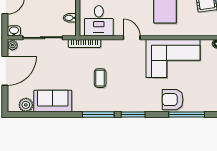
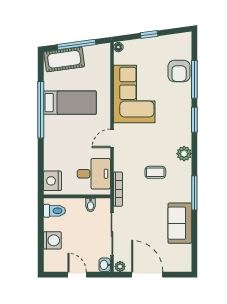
armchair: (173, 100) -> (179, 71), moved
plant: (26, 105) -> (184, 154), moved
window: (98, 115) -> (194, 193), moved
window: (133, 115) -> (194, 120), moved

